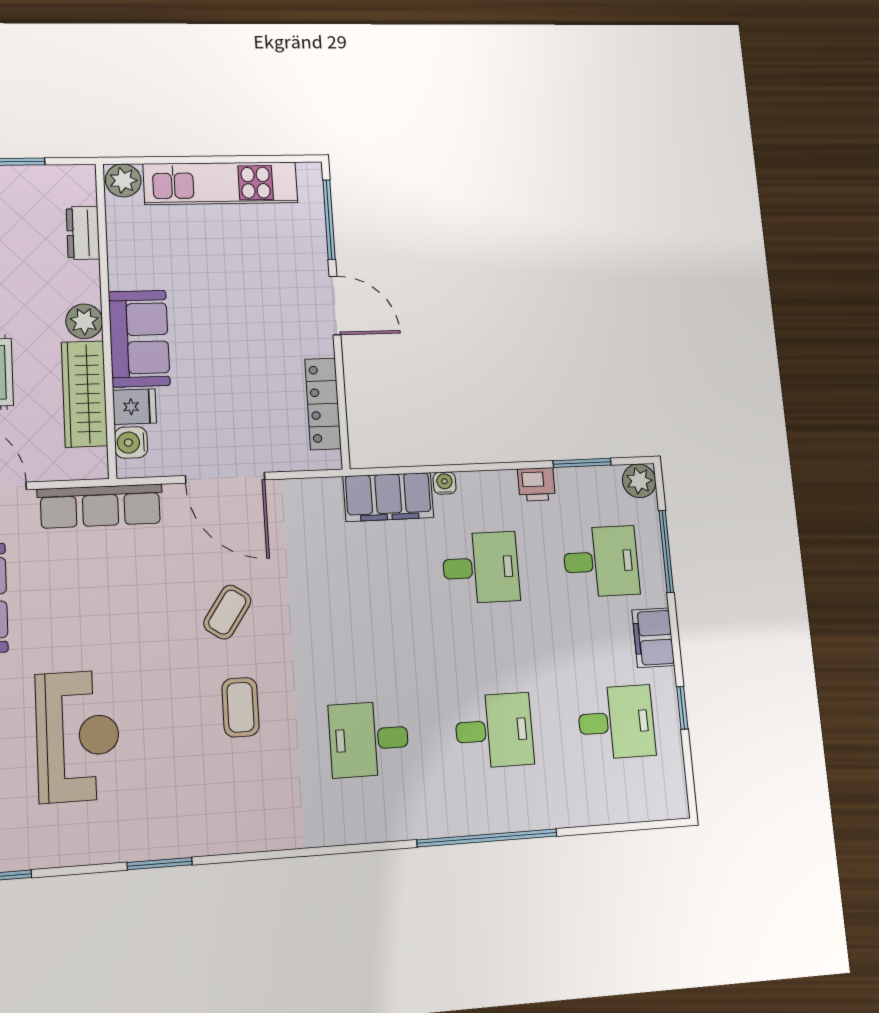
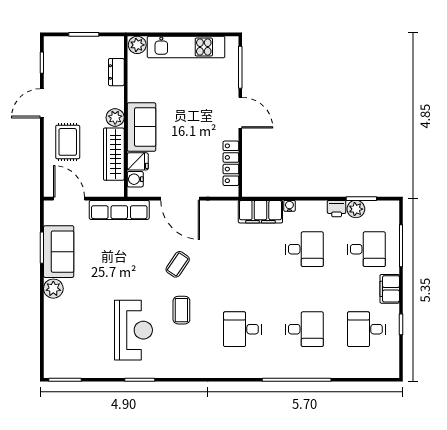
plant: (639, 481) -> (356, 209), moved
desk: (616, 722) -> (366, 329), turned 180
reception desk: (78, 736) -> (133, 330), moved

